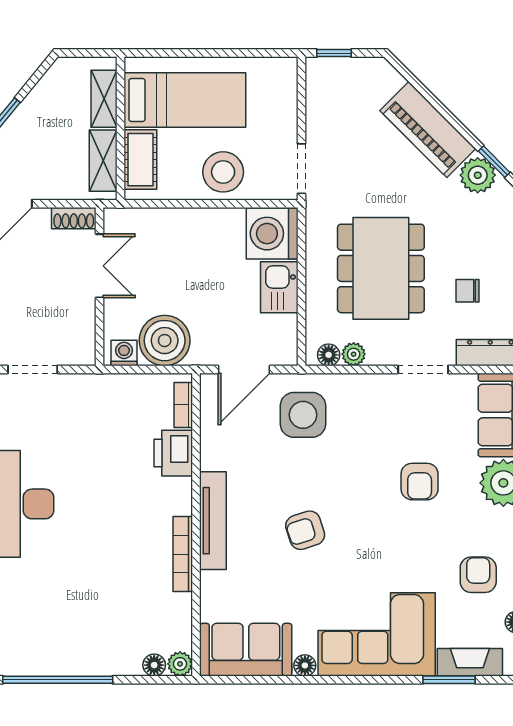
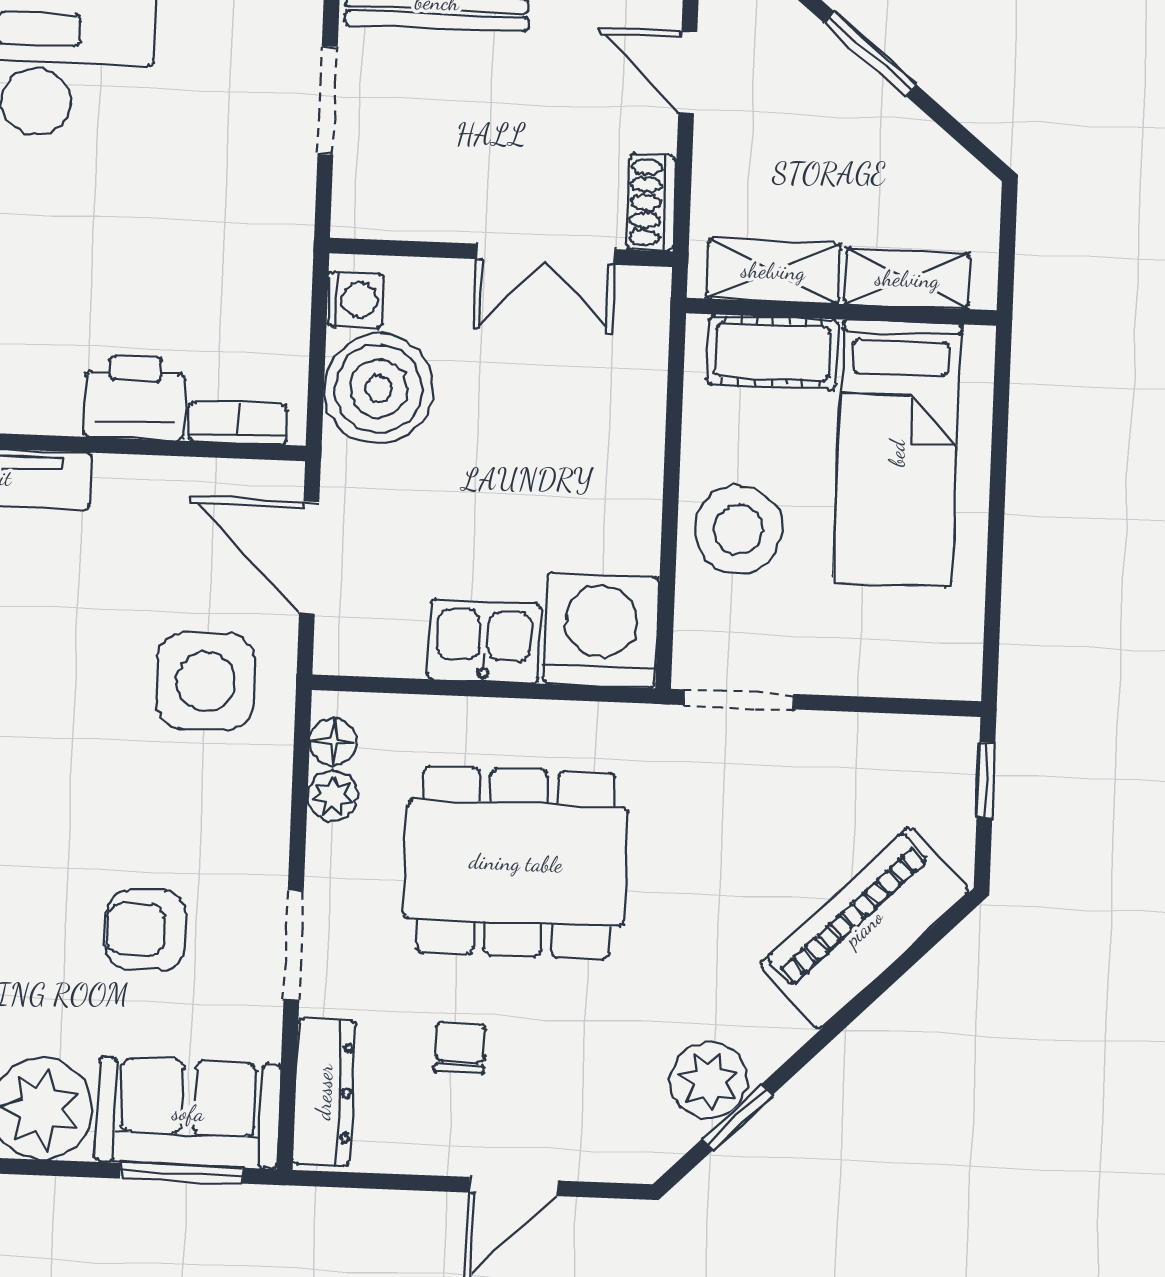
piano: (428, 130) -> (864, 928), moved
armchair: (420, 482) -> (145, 930), moved

